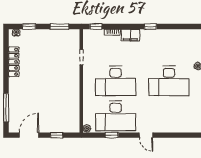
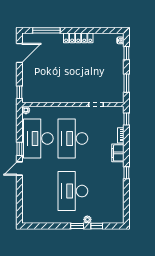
locker: (14, 62) -> (78, 38), moved
door: (29, 135) -> (19, 53), hinge flipped
window: (57, 135) -> (19, 92), moved
window: (112, 135) -> (19, 149), moved

